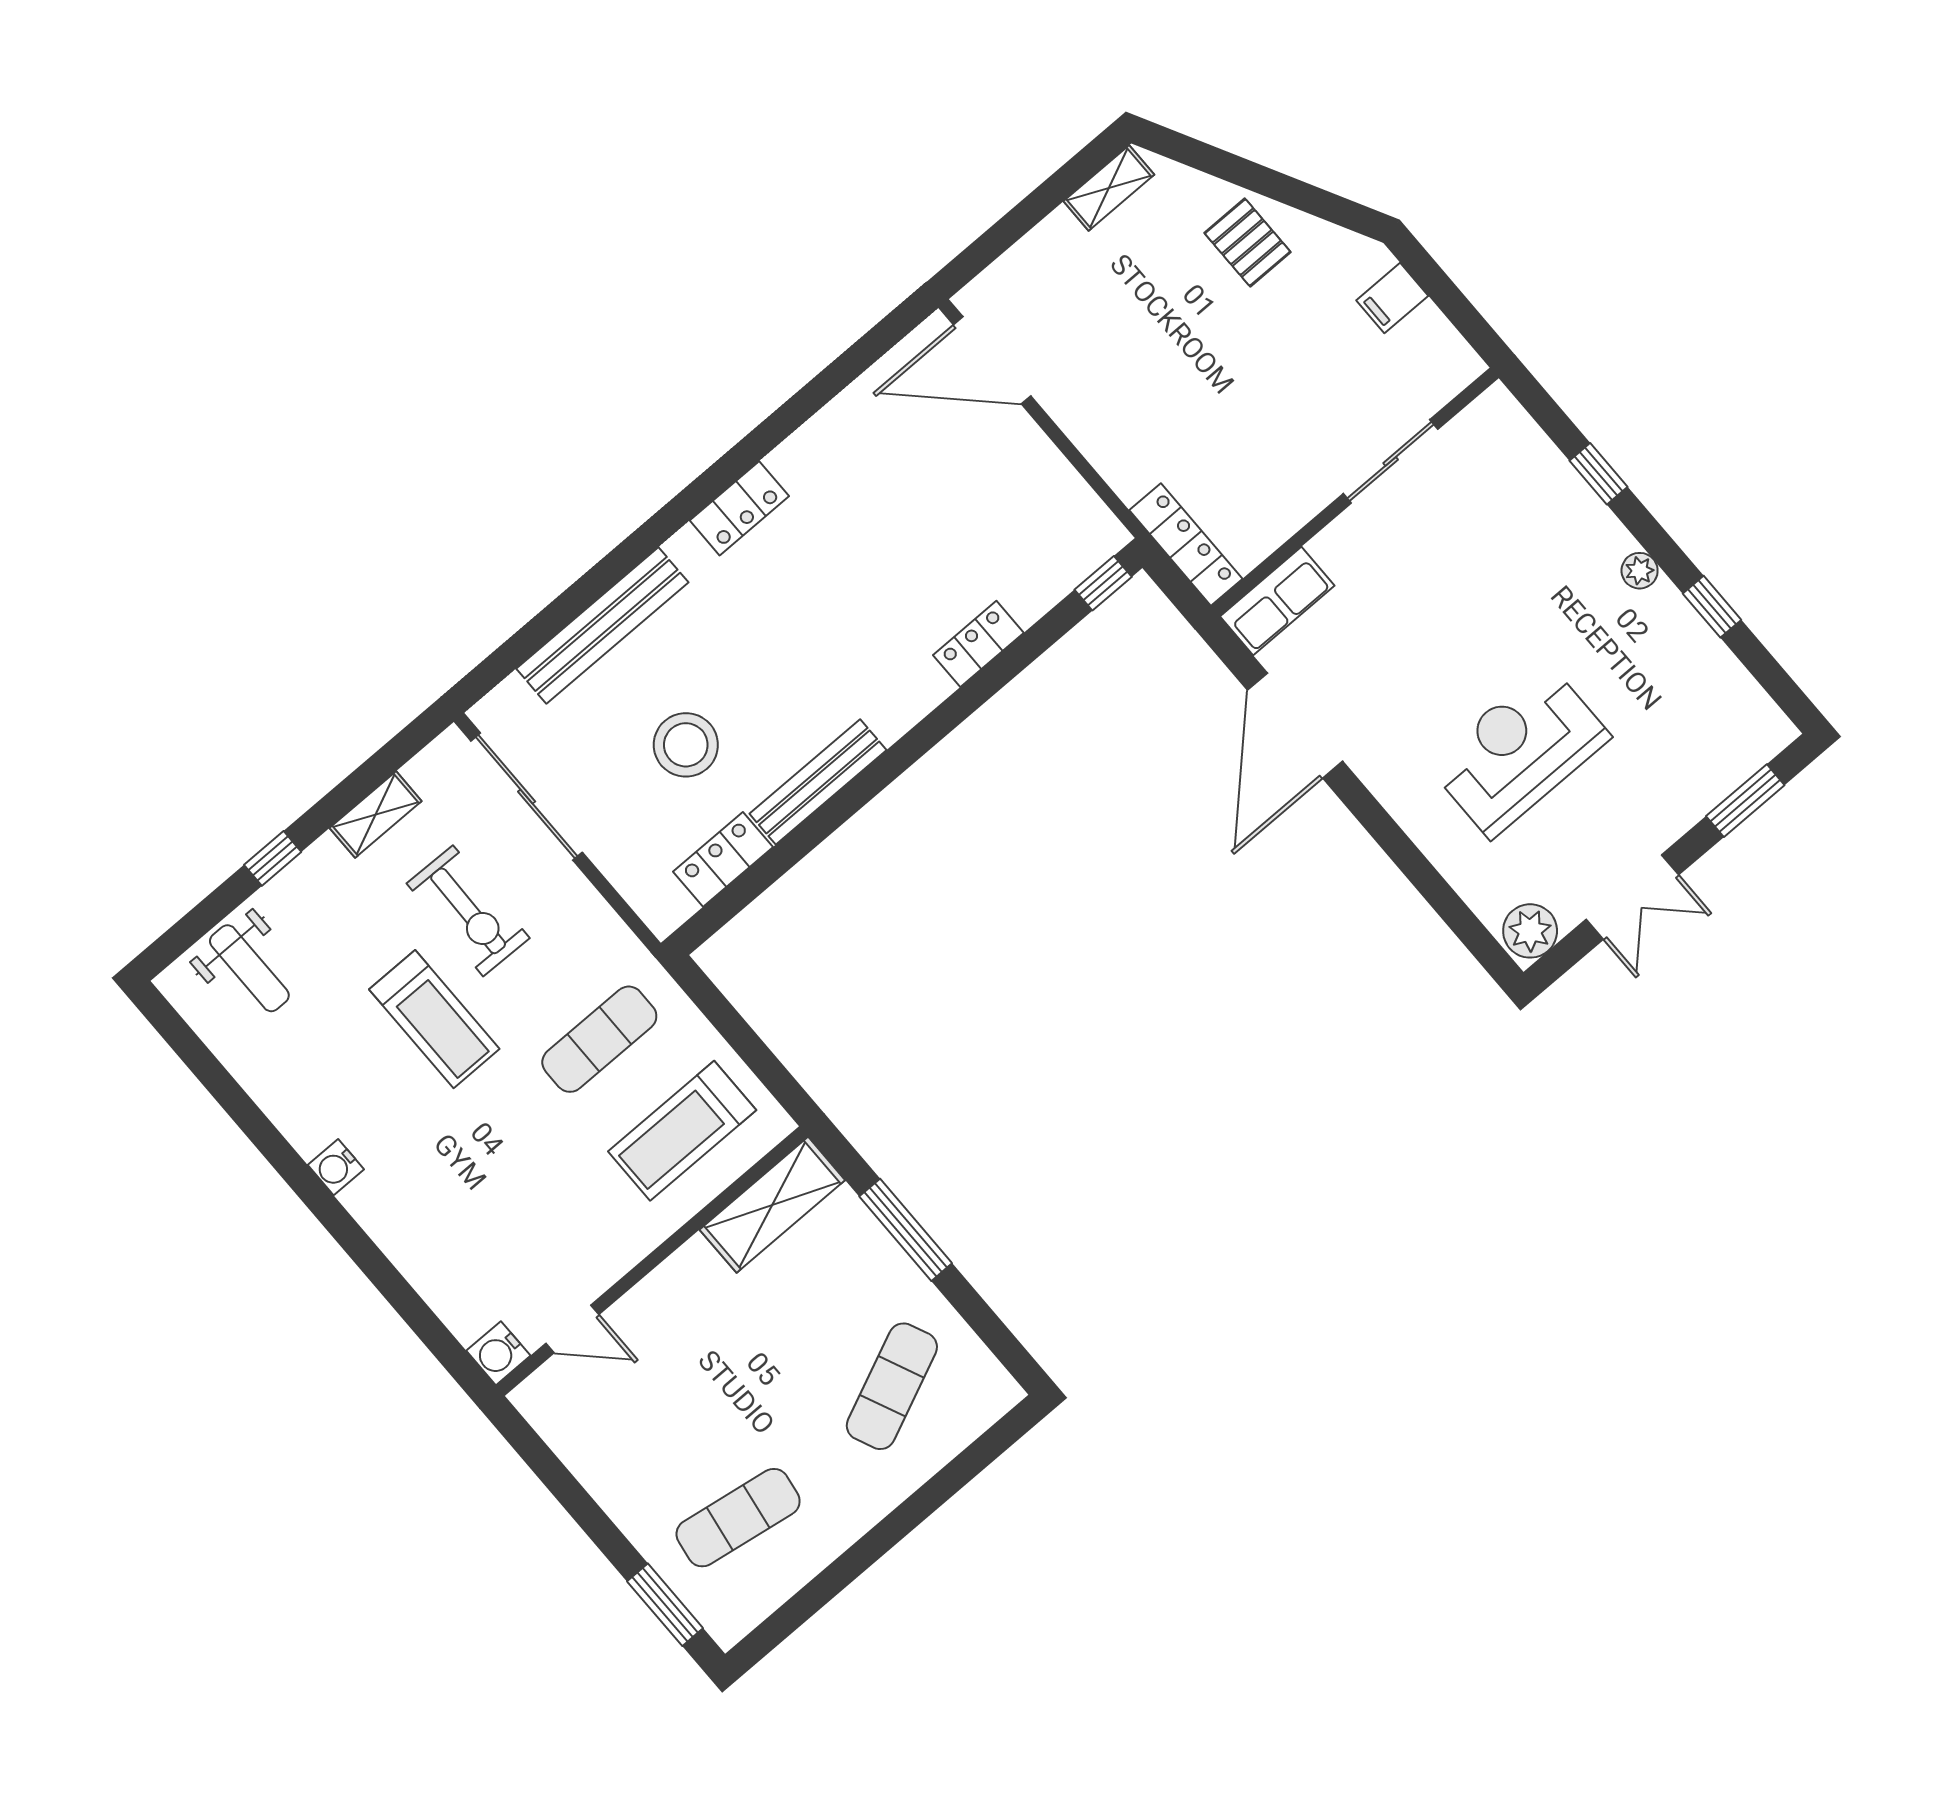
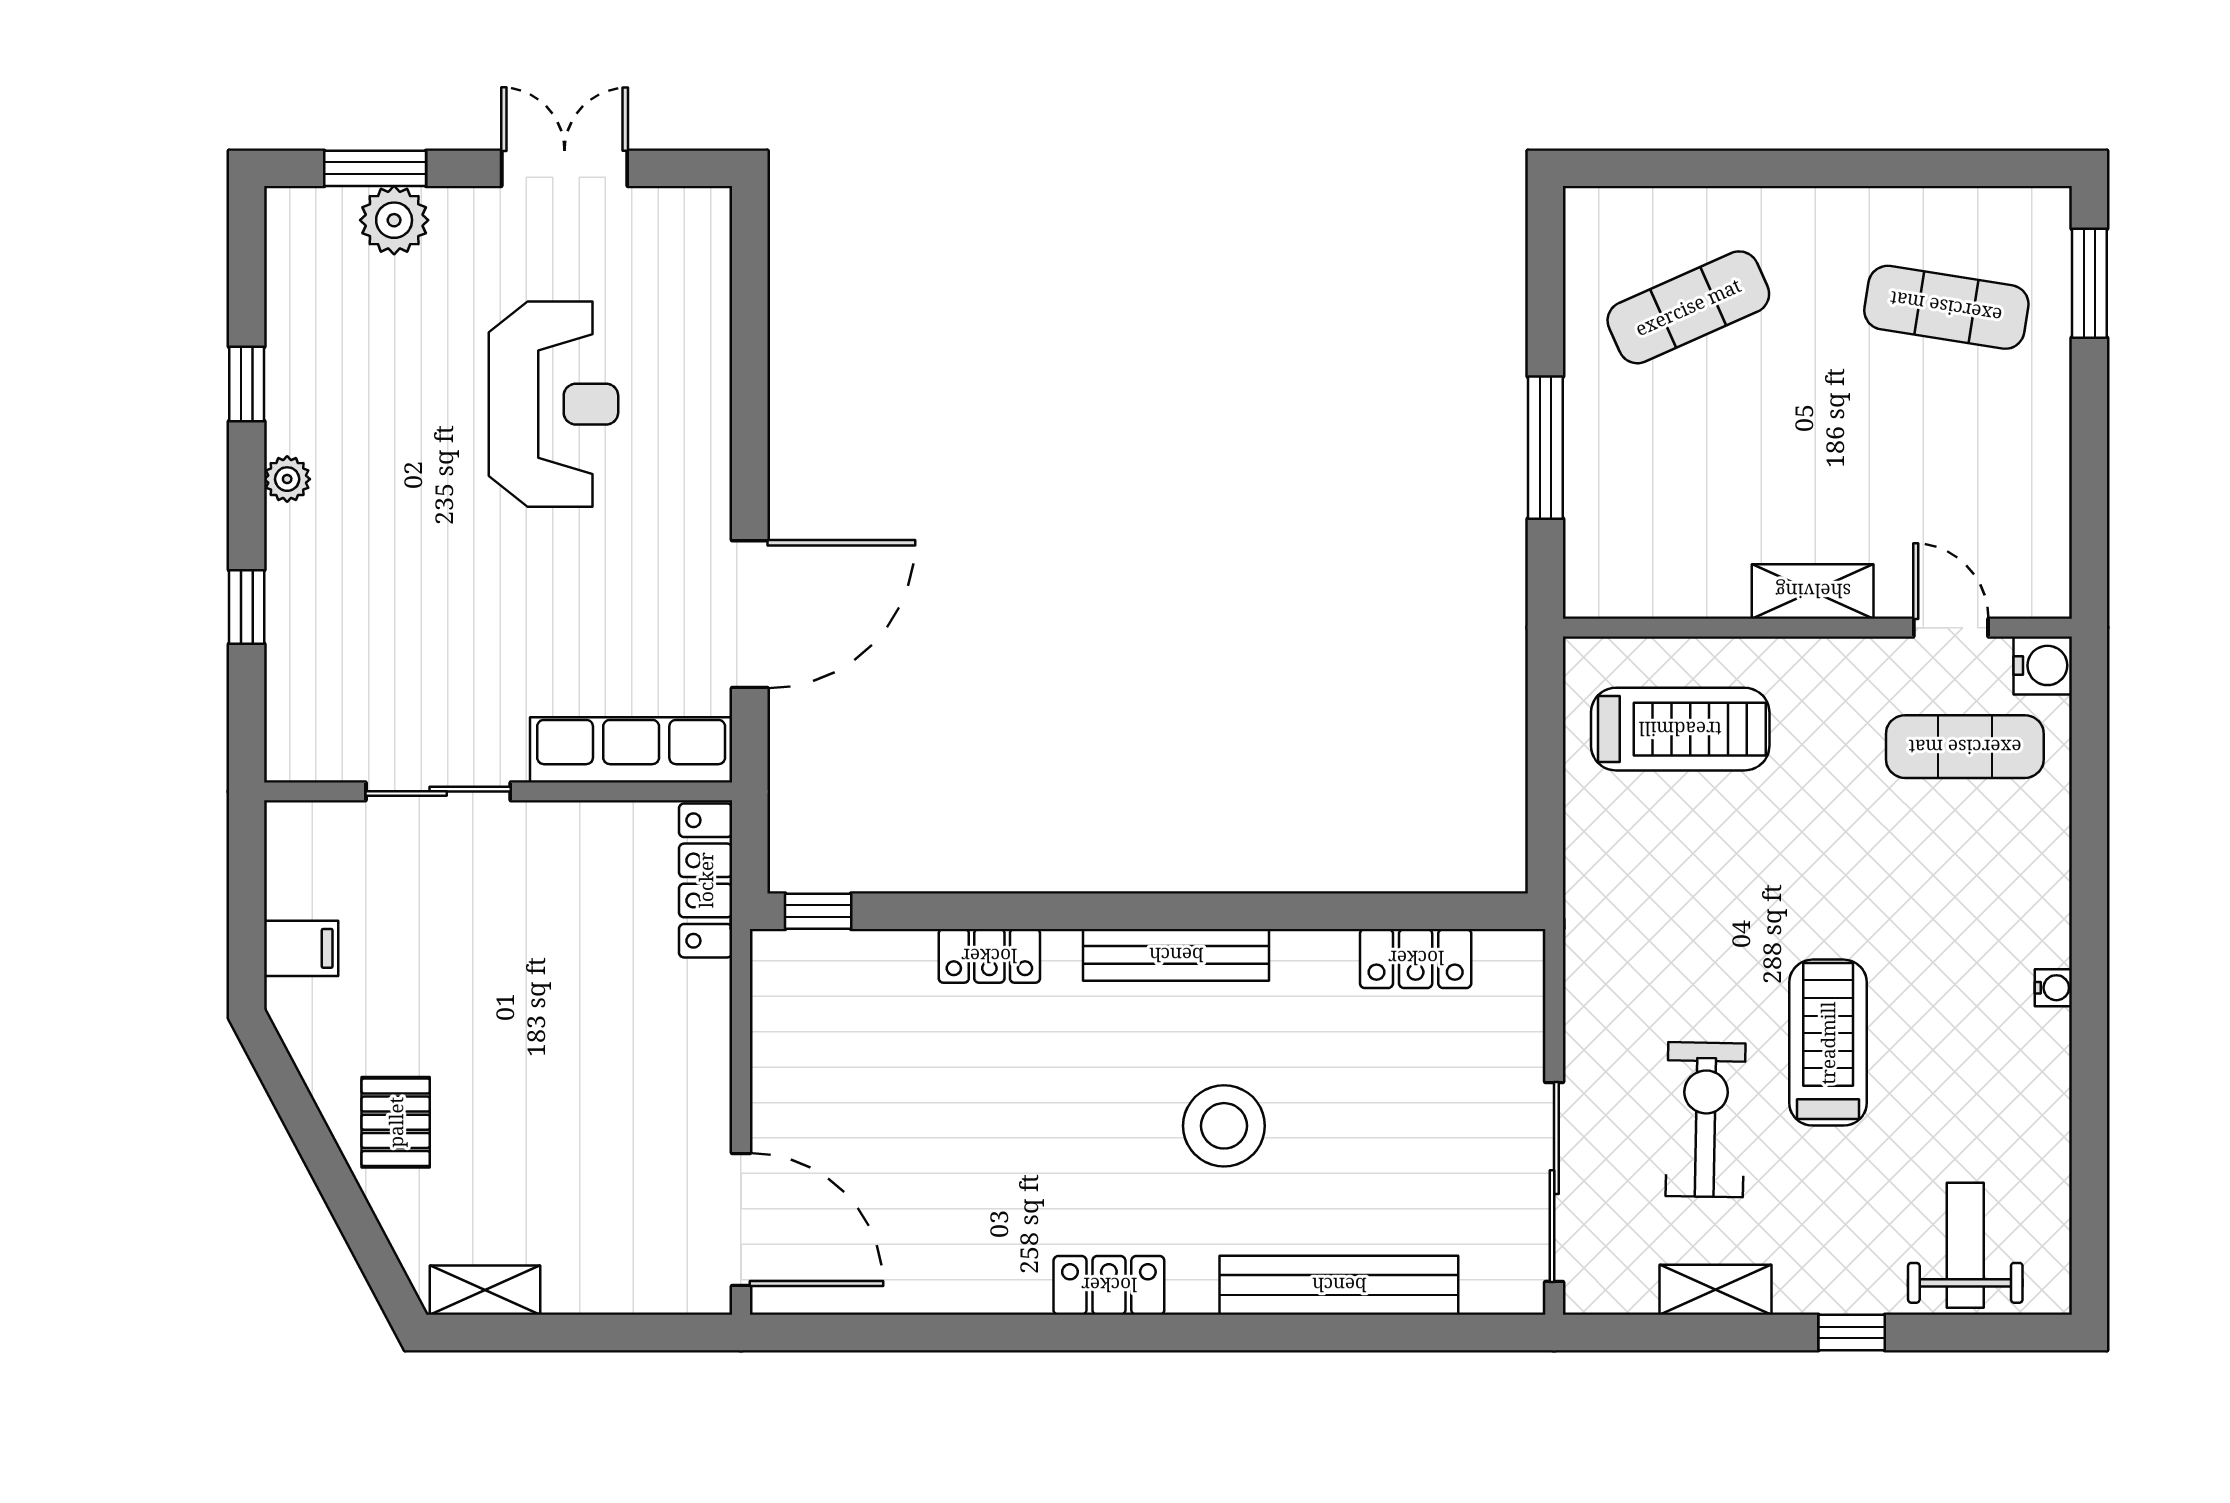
row of seats: (1277, 601) -> (631, 750), width x1.48
stool: (686, 745) -> (1224, 1126), moved
reception desk: (1519, 751) -> (554, 404), turned -90
bench: (818, 782) -> (1176, 955), moved
plant: (1530, 931) -> (394, 220), moved
exercise mat: (599, 1039) -> (1965, 747), moved
water cooler: (336, 1167) -> (2053, 988), width x0.72, depth x0.72
shelving: (772, 1205) -> (1813, 591), moved, width x0.67, depth x0.75

